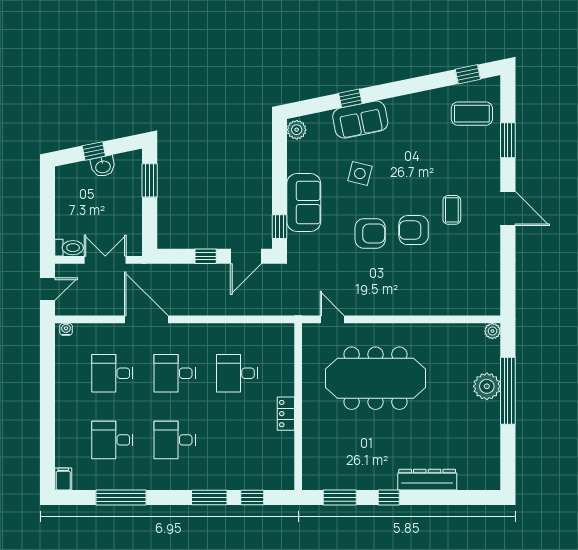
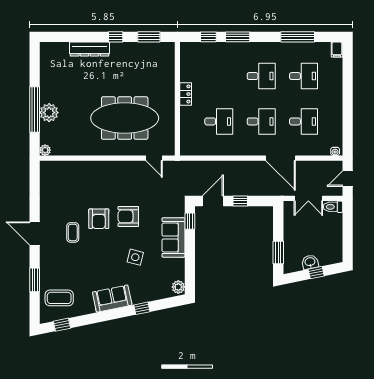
sofa: (360, 120) -> (112, 299), moved
armchair: (414, 230) -> (99, 219), turned 90

